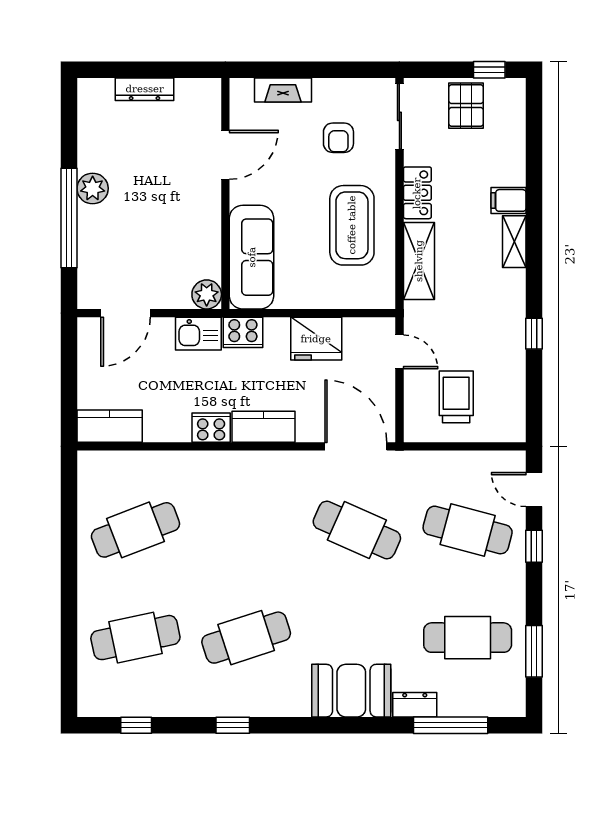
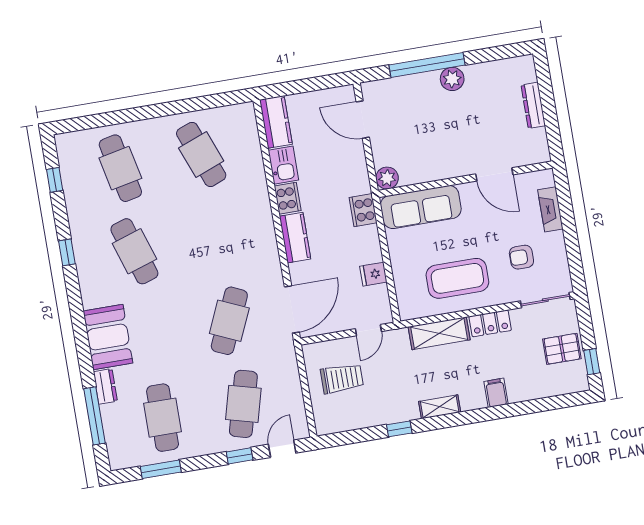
shelving: (514, 242) -> (440, 407), moved
kitchen sink: (198, 334) -> (283, 165), moved, turned 180
fridge: (316, 339) -> (373, 274), width x0.53, depth x0.75

